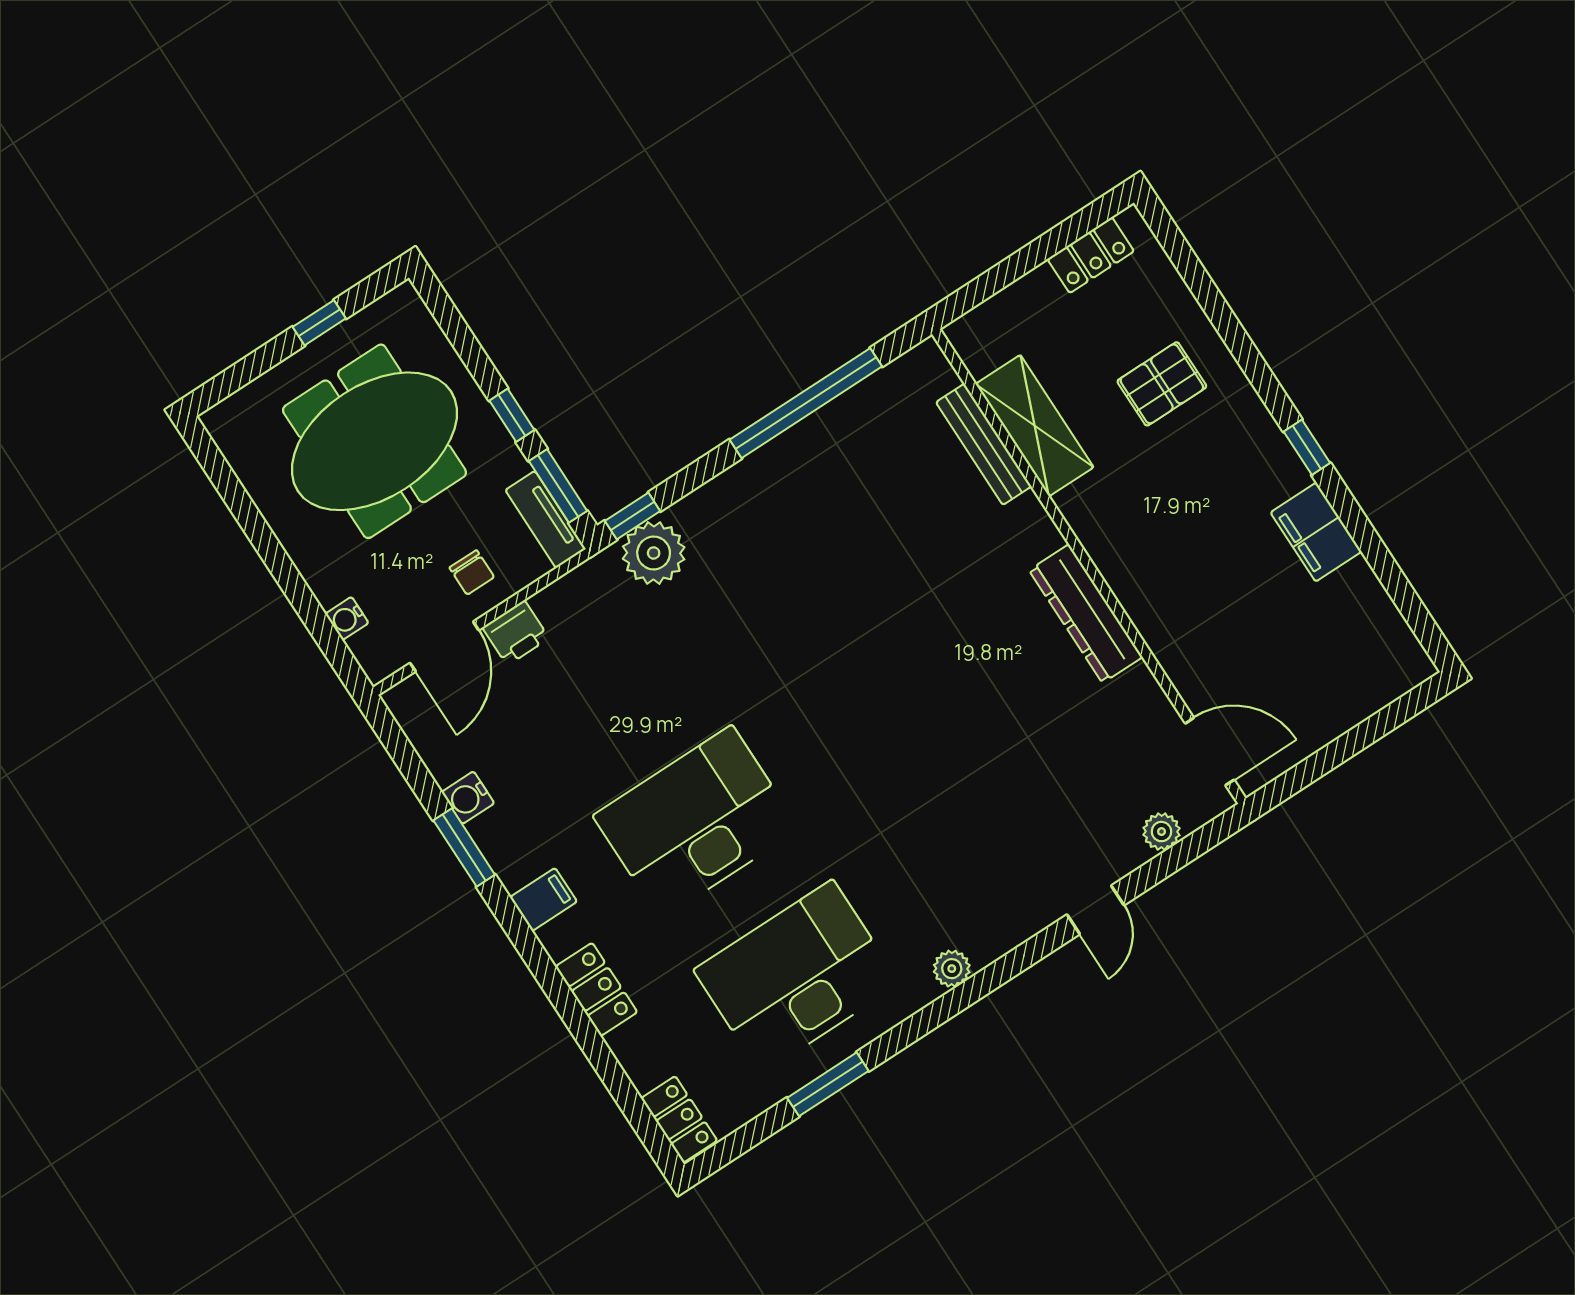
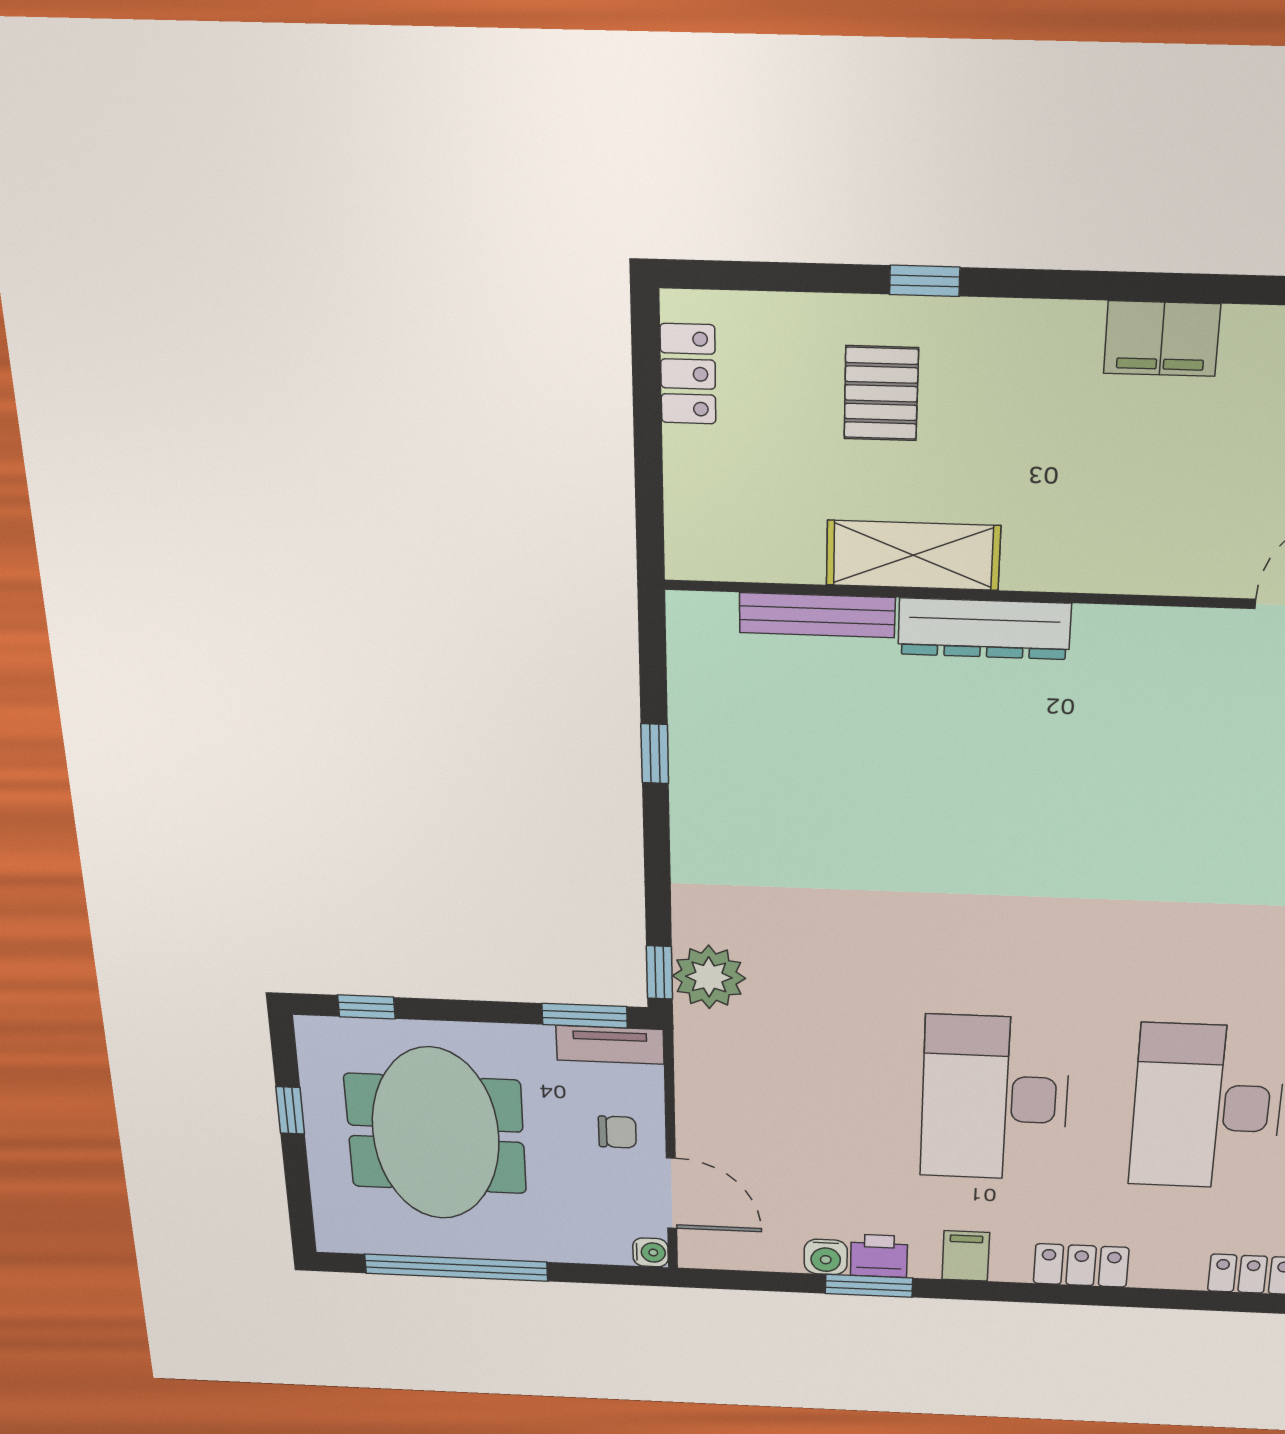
window: (806, 403) -> (655, 754), width x0.32
window: (512, 415) -> (366, 1007), moved
shelving: (1035, 426) -> (913, 555), moved
window: (1307, 447) -> (925, 281), moved
window: (257, 530) -> (456, 1268), added
dresser: (1086, 614) -> (984, 629), moved
water cooler: (347, 618) -> (651, 1252), moved, turned -90
printer: (516, 633) -> (879, 1256), moved, turned -90

